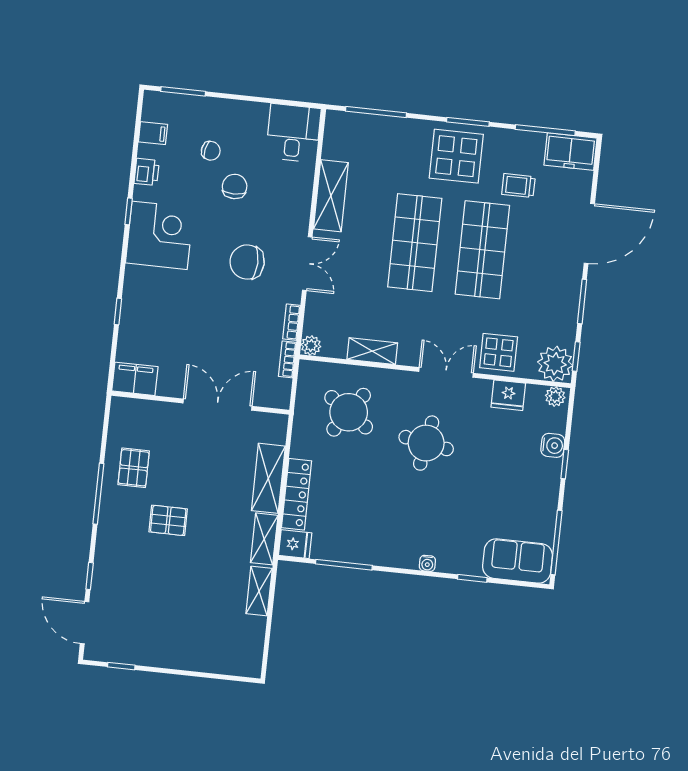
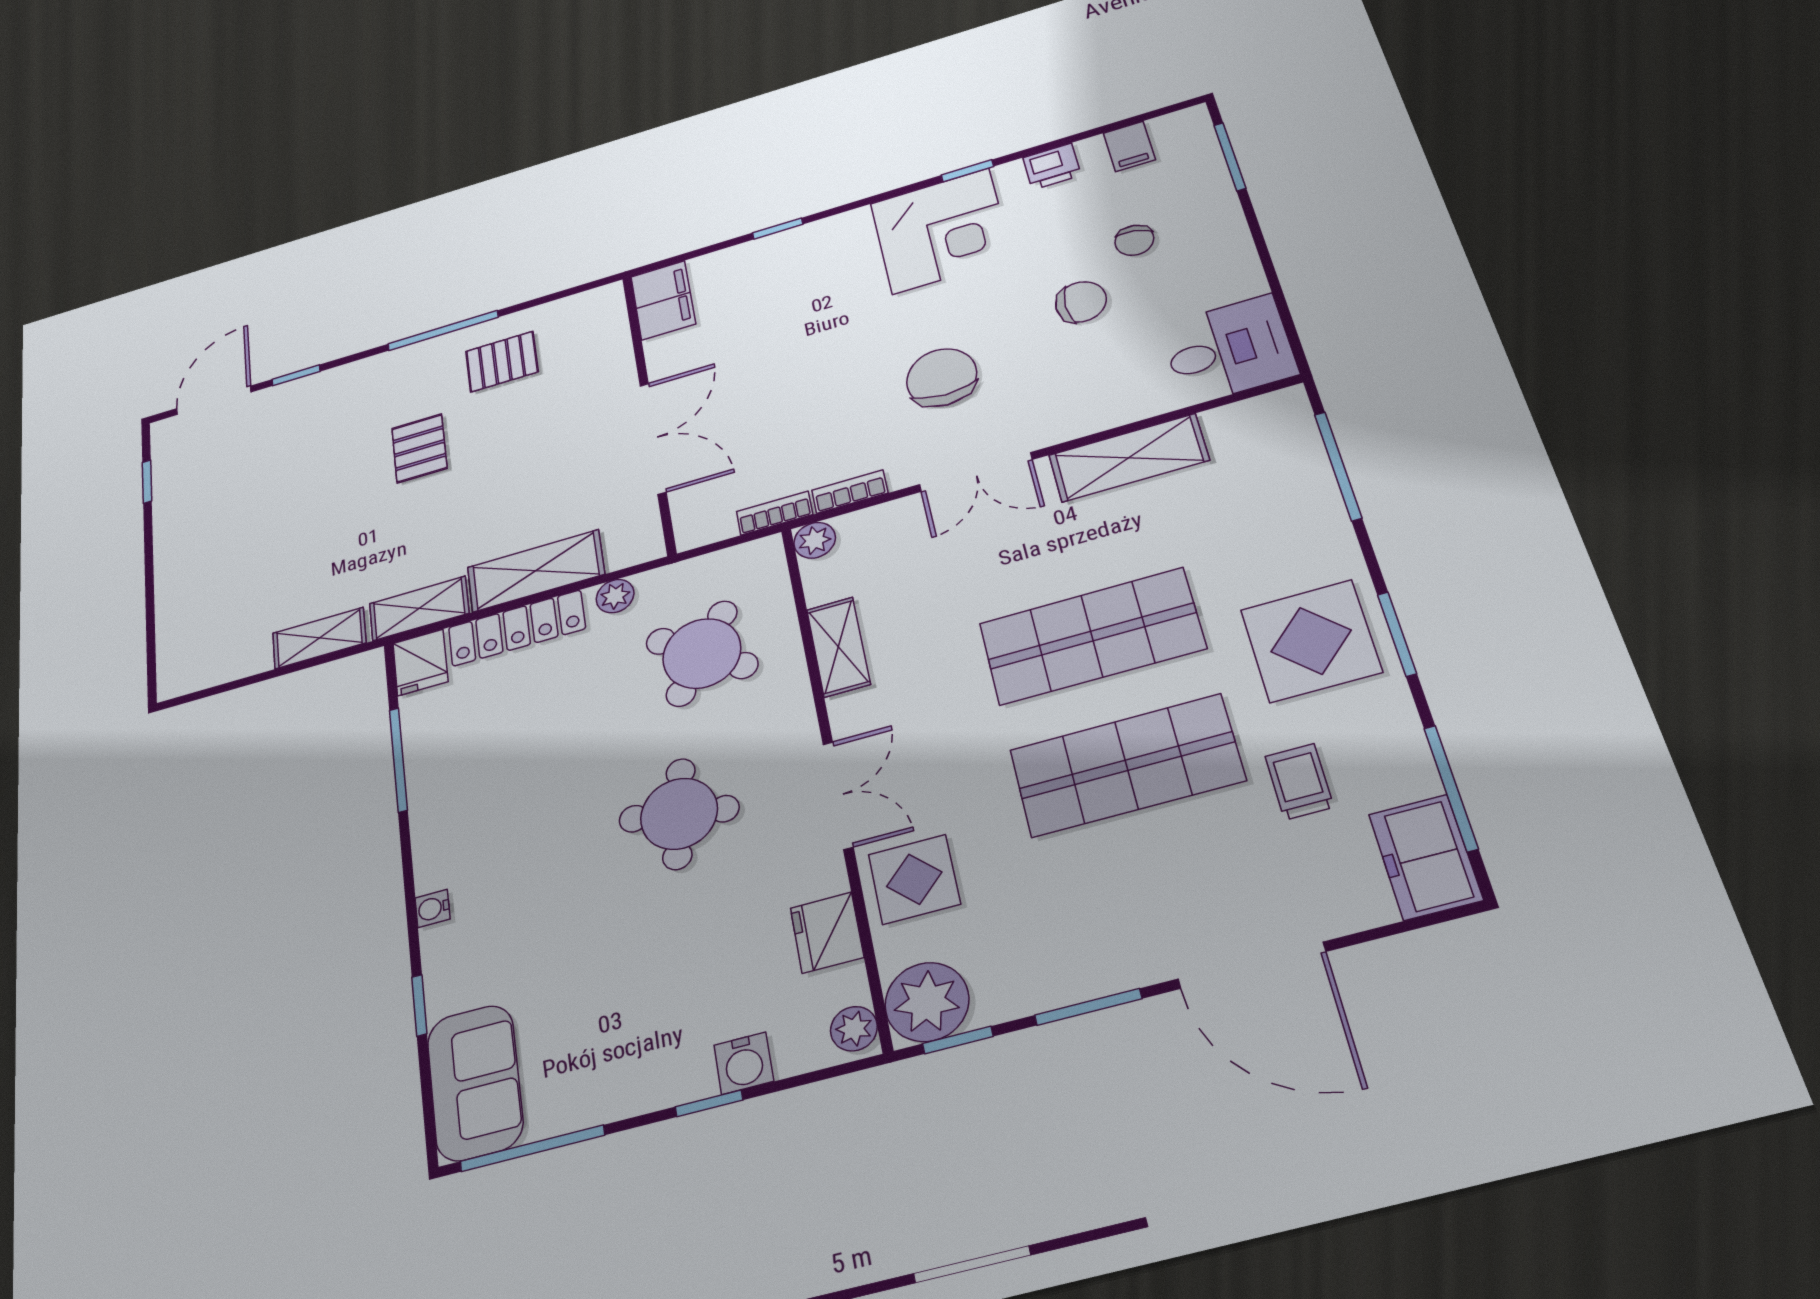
plant: (300, 444) -> (615, 596), added

